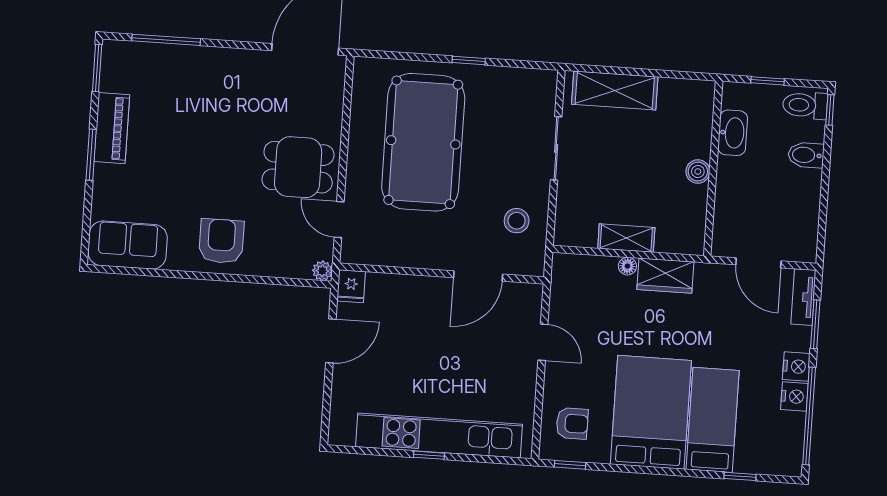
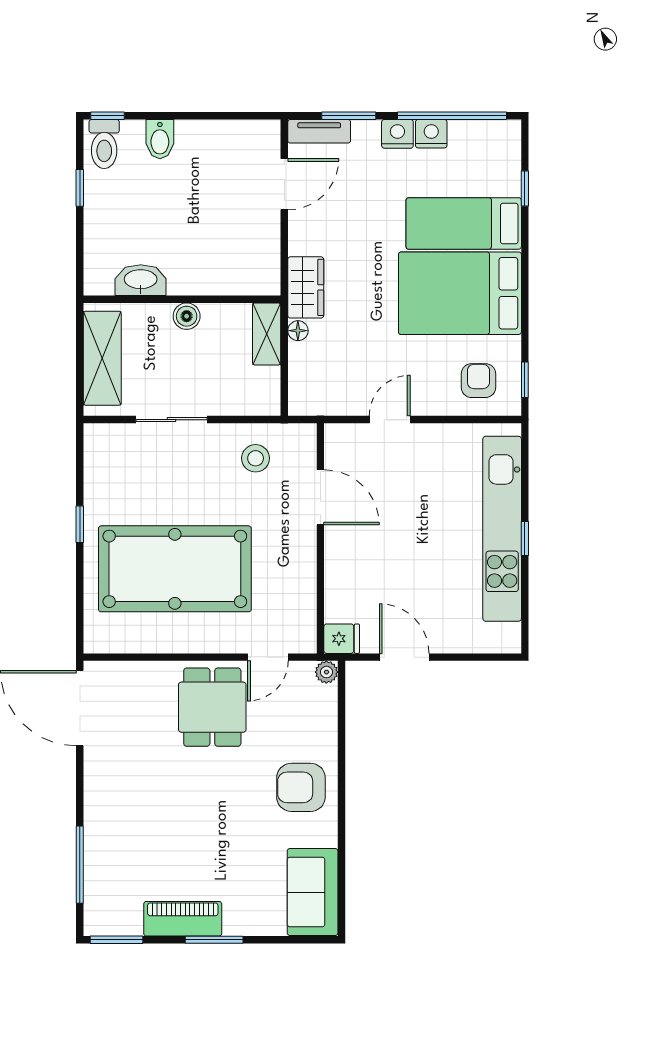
washbasin: (733, 133) -> (141, 280), moved
wall: (713, 168) -> (182, 299), moved
boiler: (698, 172) -> (187, 316), moved

